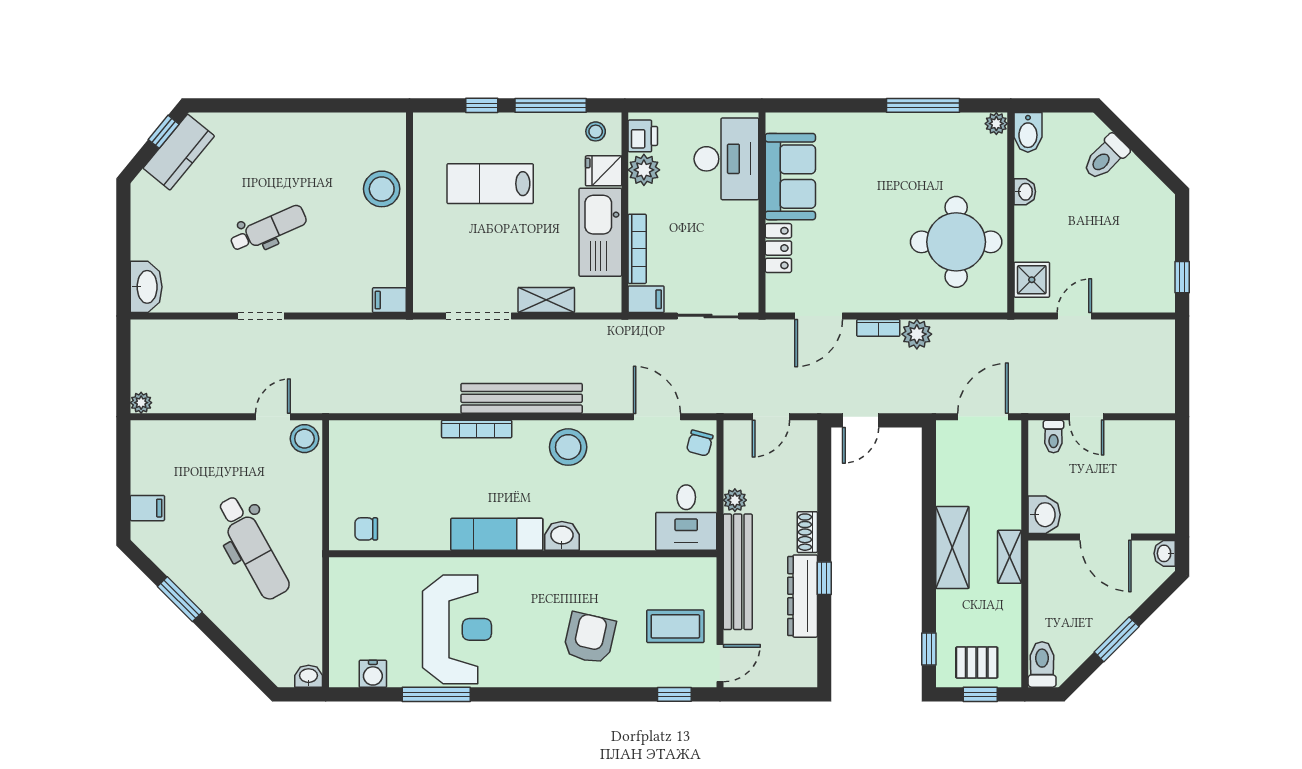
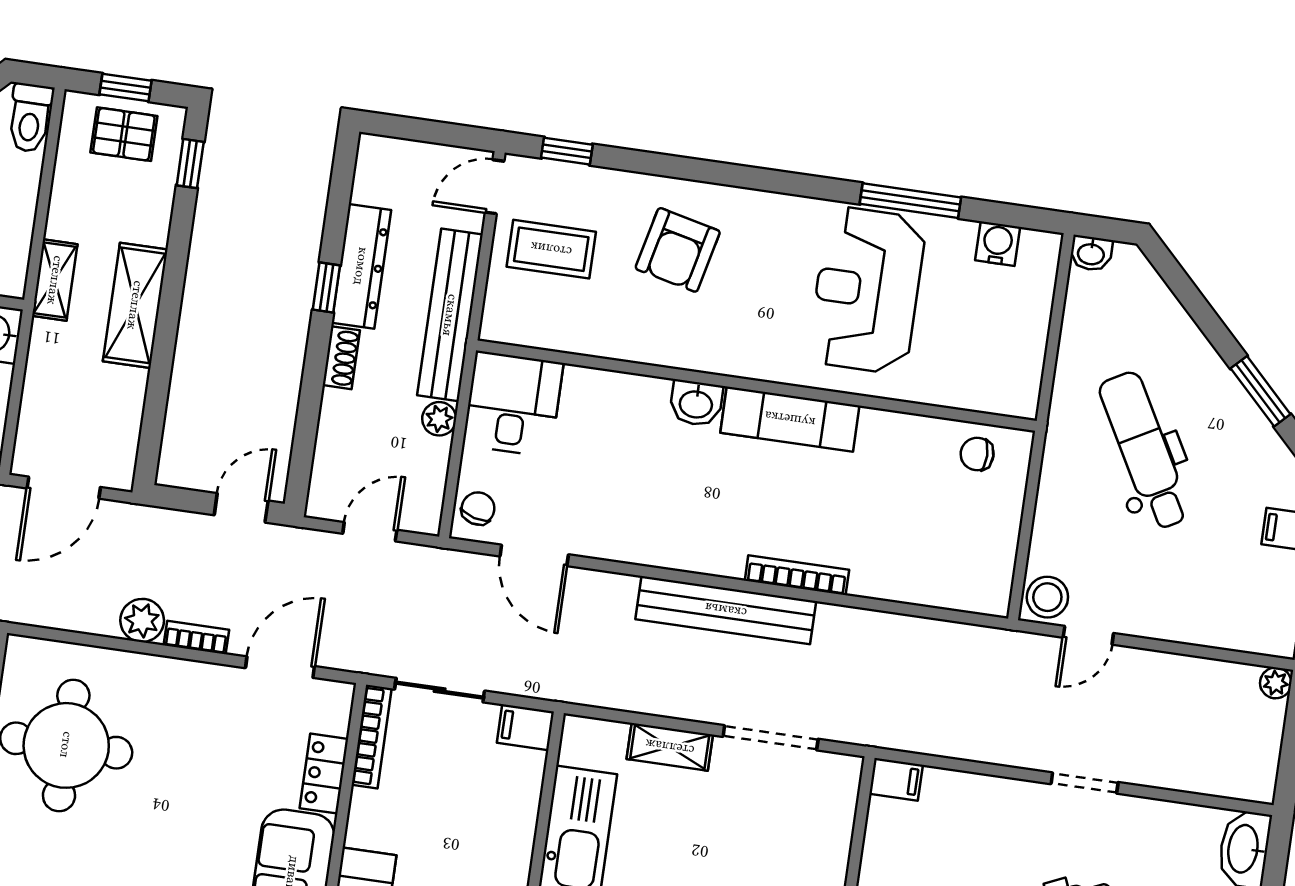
bookcase: (637, 249) -> (372, 736), moved, turned 180
stool: (568, 447) -> (669, 530), removed
chair: (366, 529) -> (977, 454), turned 180

